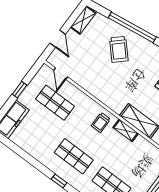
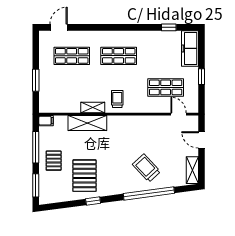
window: (59, 181) -> (169, 27), moved

